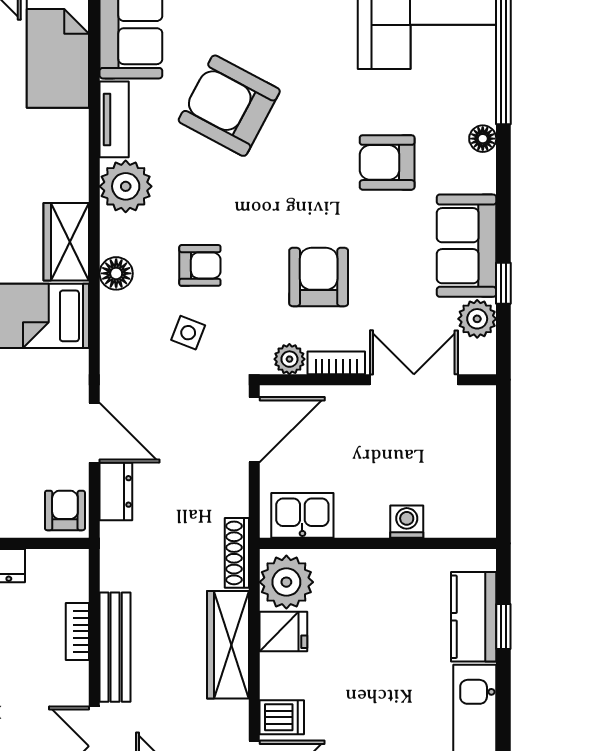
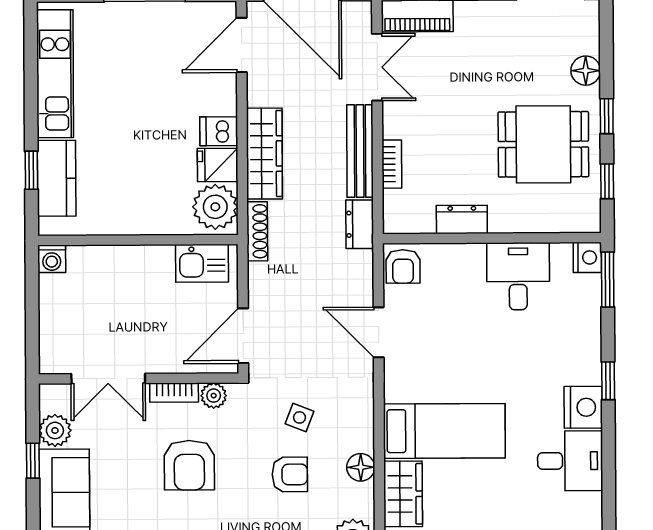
armchair: (200, 265) -> (290, 474), turned 180
dresser: (116, 491) -> (360, 224), moved
washing machine: (407, 522) -> (52, 259), moved
dishwasher: (282, 717) -> (219, 131), moved

